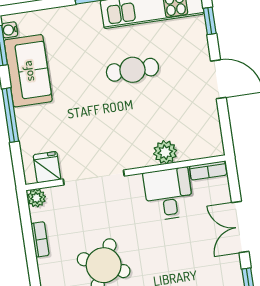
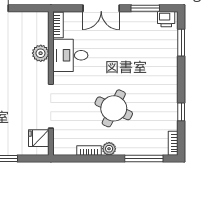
plant: (36, 198) -> (109, 149), moved

